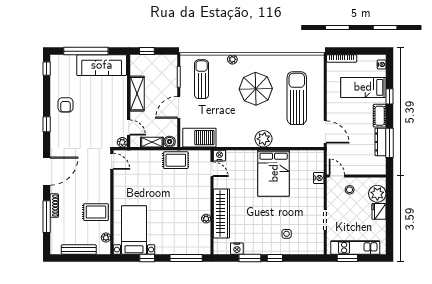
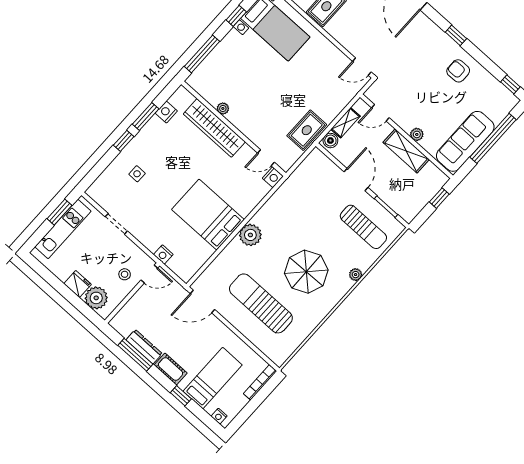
sun lounger: (297, 98) -> (261, 303), turned 180
barbecue: (199, 138) -> (308, 173), removed
plant: (122, 142) -> (417, 134), moved

